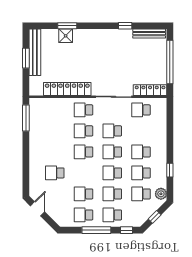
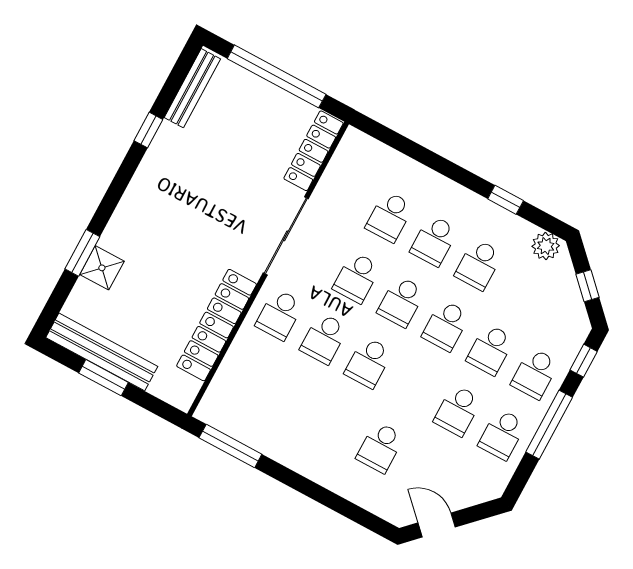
school desk: (141, 110) -> (390, 217), moved
school desk: (141, 194) -> (523, 289), removed

